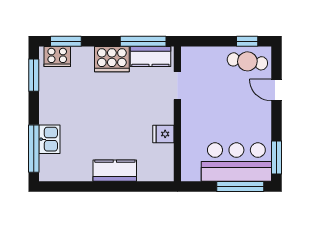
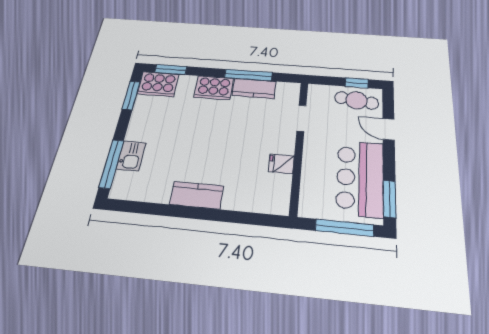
cooker: (57, 57) -> (158, 84), width x1.37, depth x1.31
doorway: (177, 86) -> (301, 118), moved
wall: (177, 114) -> (299, 145), moved
fridge: (163, 134) -> (281, 164), moved
bar counter: (236, 162) -> (360, 178), moved, turned -90

